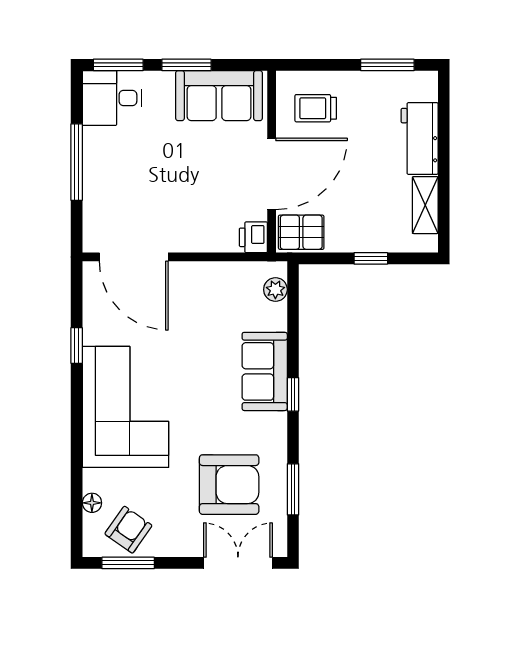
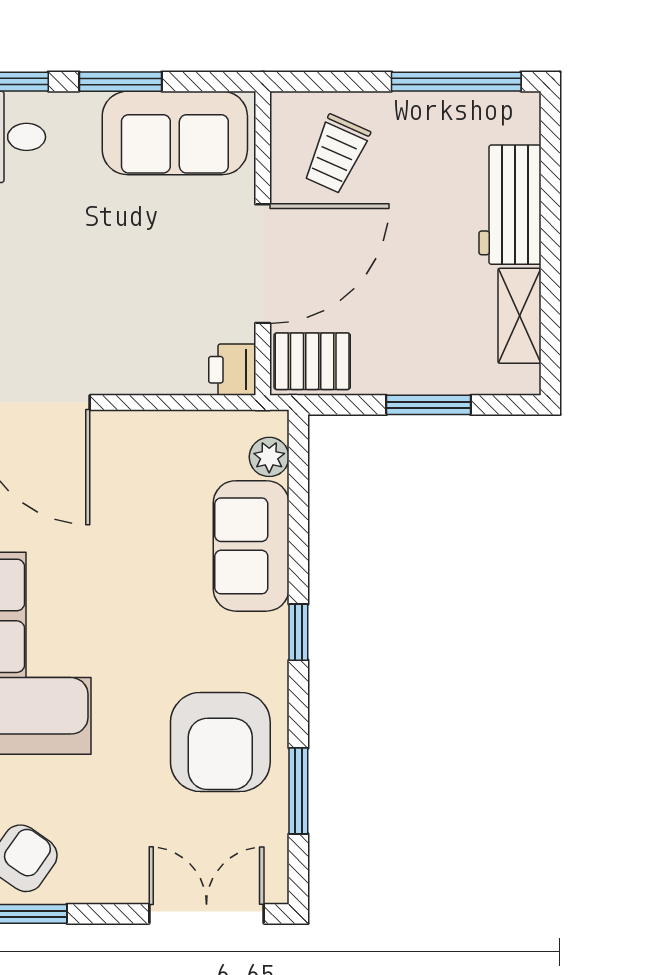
window: (387, 65) -> (456, 82), width x1.44
trolley: (316, 108) -> (336, 154), turned -66
window: (371, 258) -> (429, 405), width x1.50
sofa: (265, 371) -> (251, 546), moved
armchair: (229, 485) -> (220, 742), moved, turned 90

